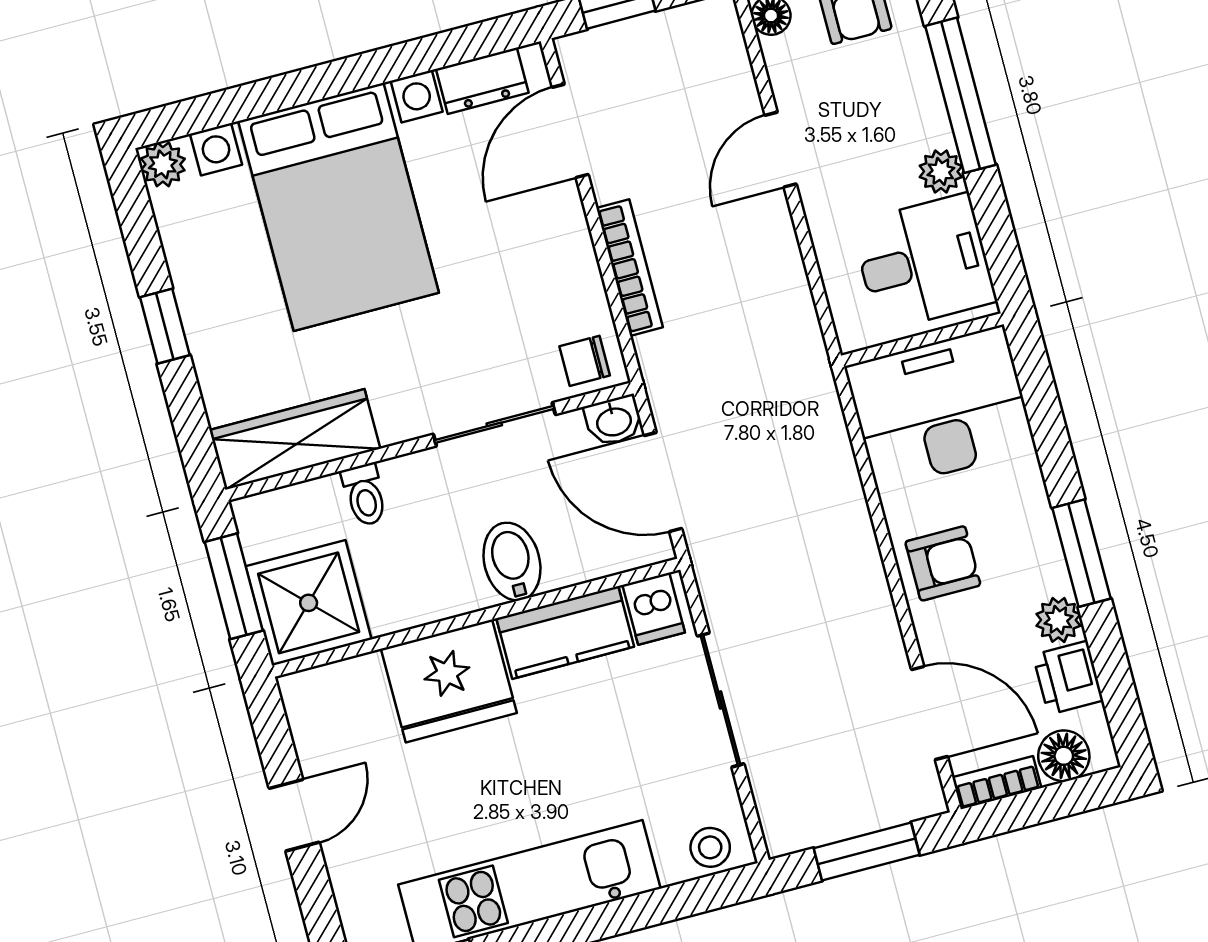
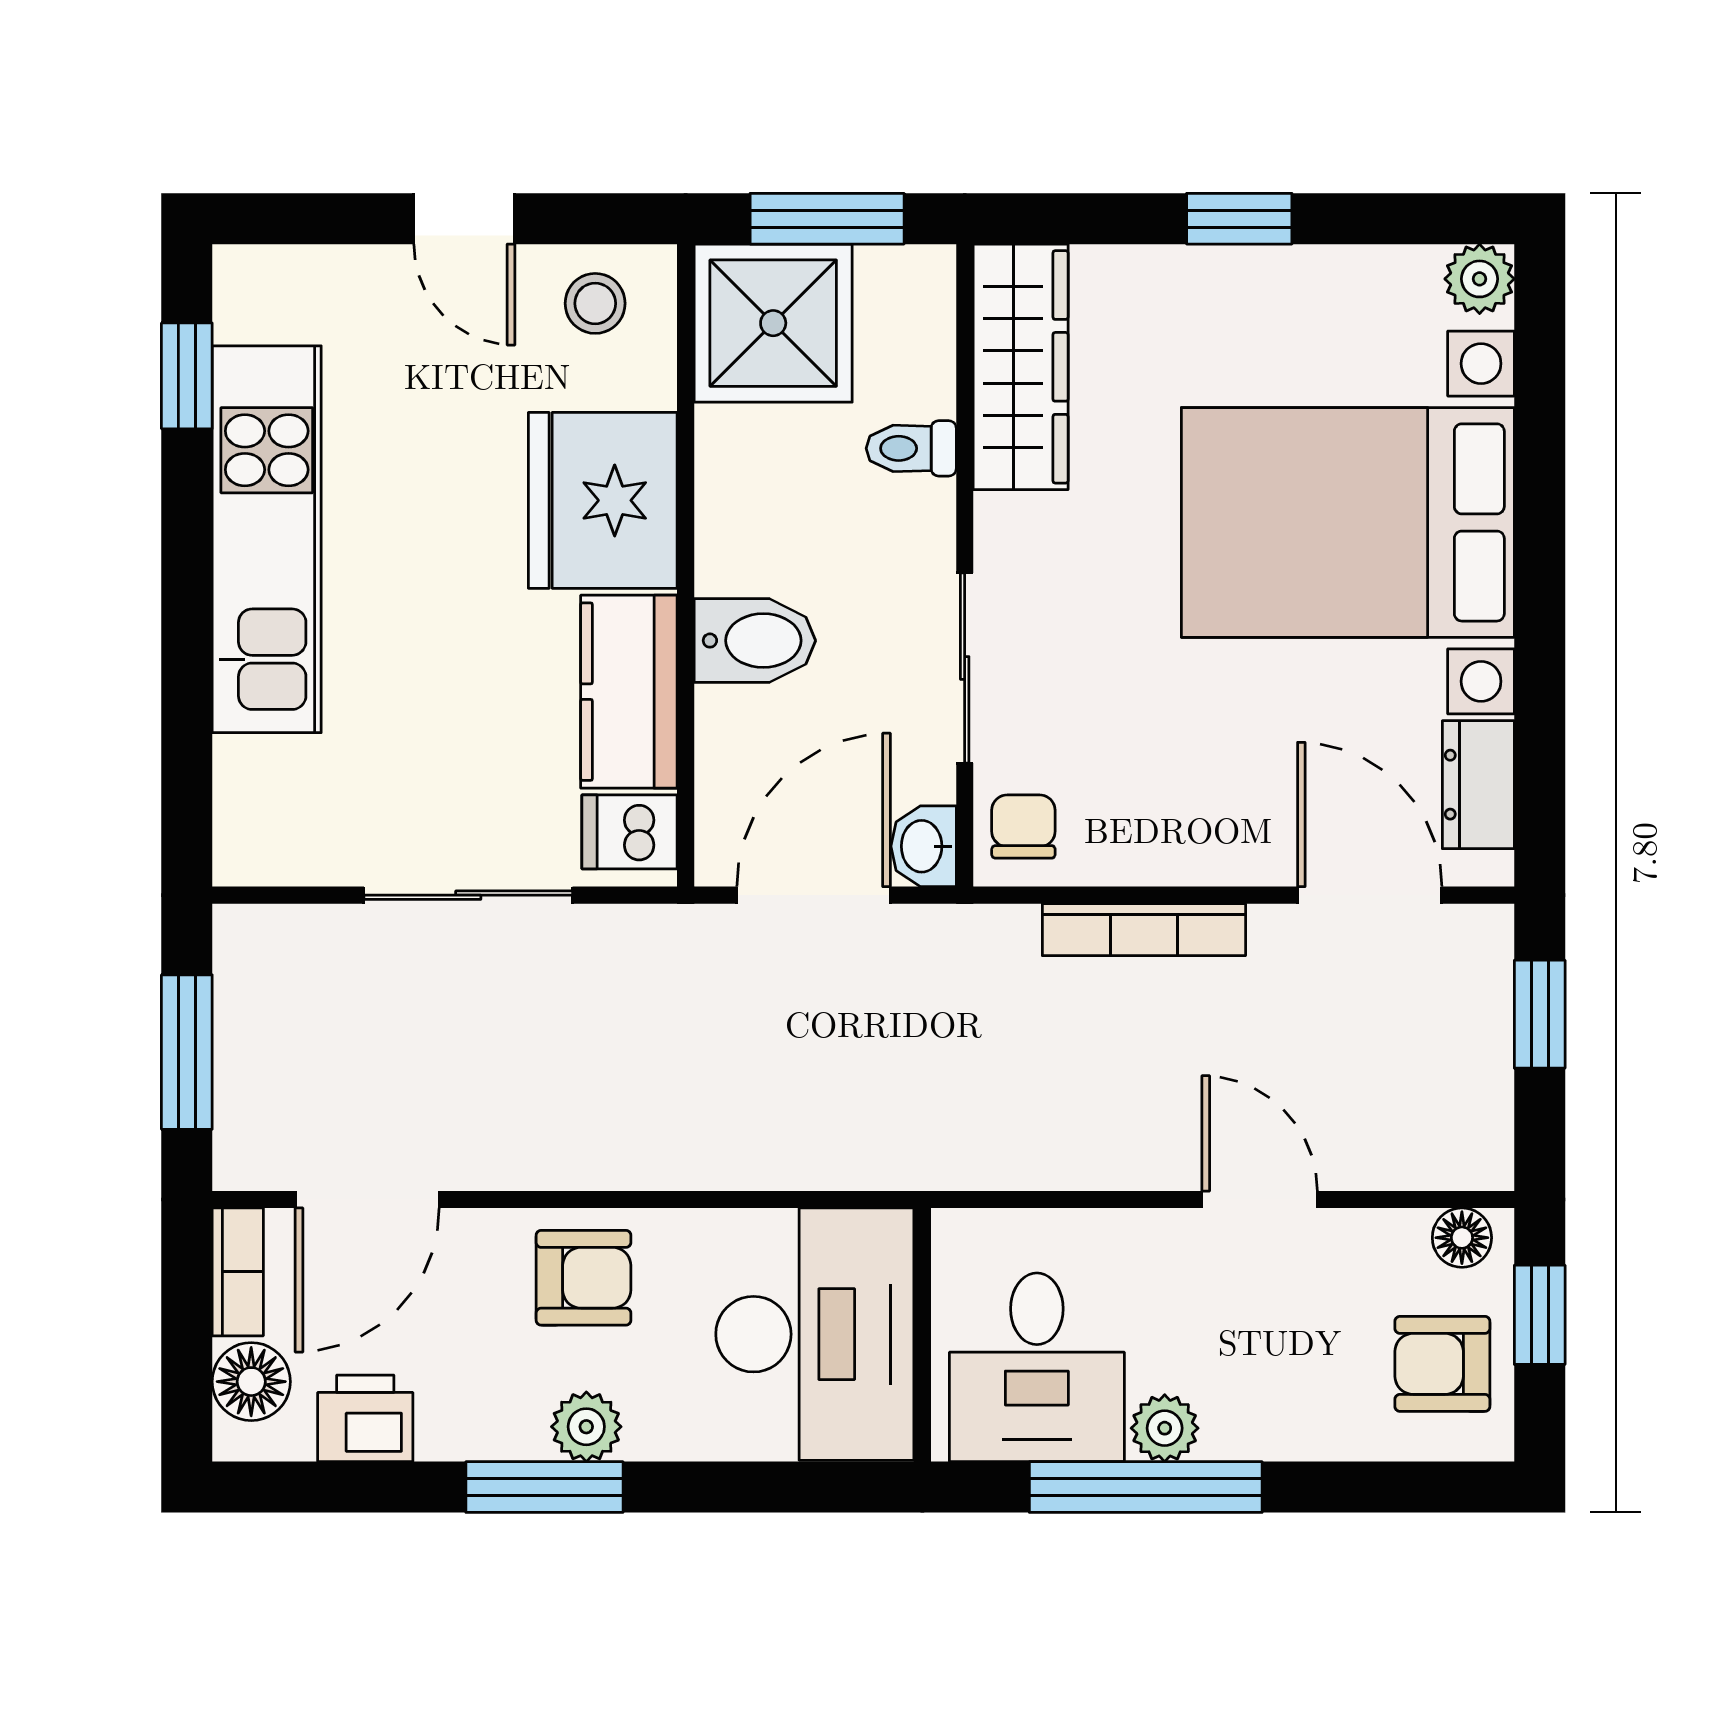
window: (960, 95) -> (1146, 1487), moved
armchair: (943, 563) -> (583, 1278), turned -90
plant: (1058, 620) -> (586, 1427), moved
stool: (710, 847) -> (595, 303), moved

